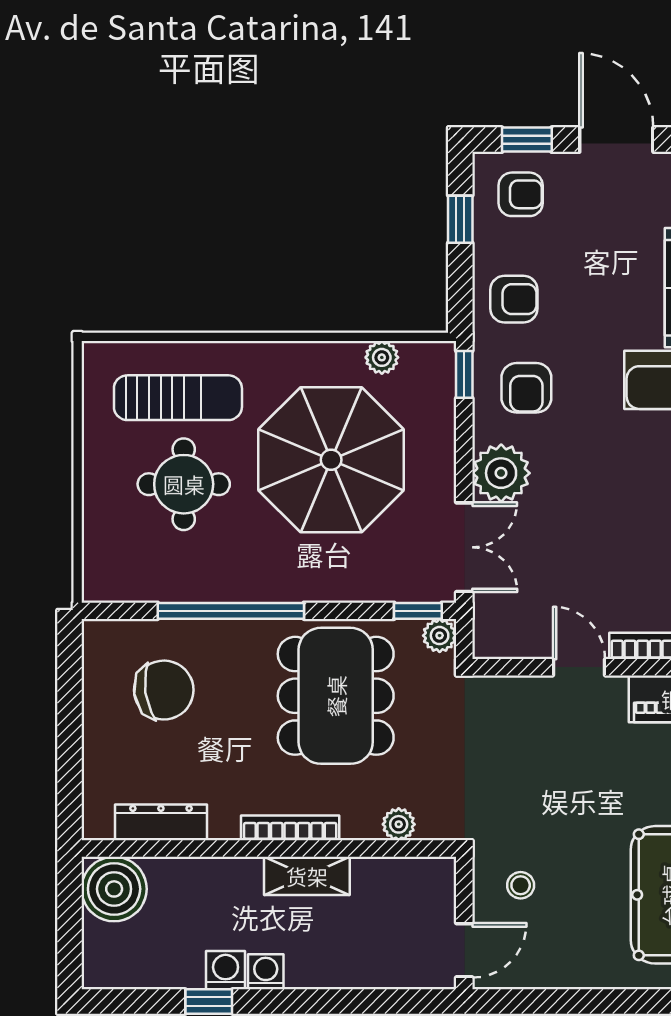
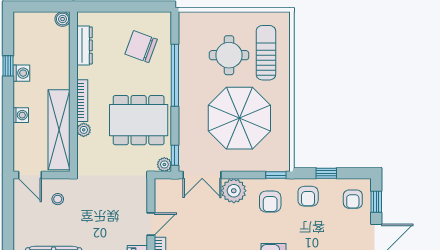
window: (460, 219) -> (326, 173), moved
plant: (382, 357) -> (283, 140), removed
armchair: (526, 388) -> (270, 202), turned -90
sun lounger: (178, 398) -> (266, 53), turned 180
chair: (164, 690) -> (141, 47), turned 118
plant: (399, 824) -> (84, 130), moved
shelving: (307, 876) -> (59, 130), width x2.20, depth x1.33
boiler: (114, 889) -> (63, 19), width x0.54, depth x0.54
washing machine: (266, 972) -> (21, 115), moved

